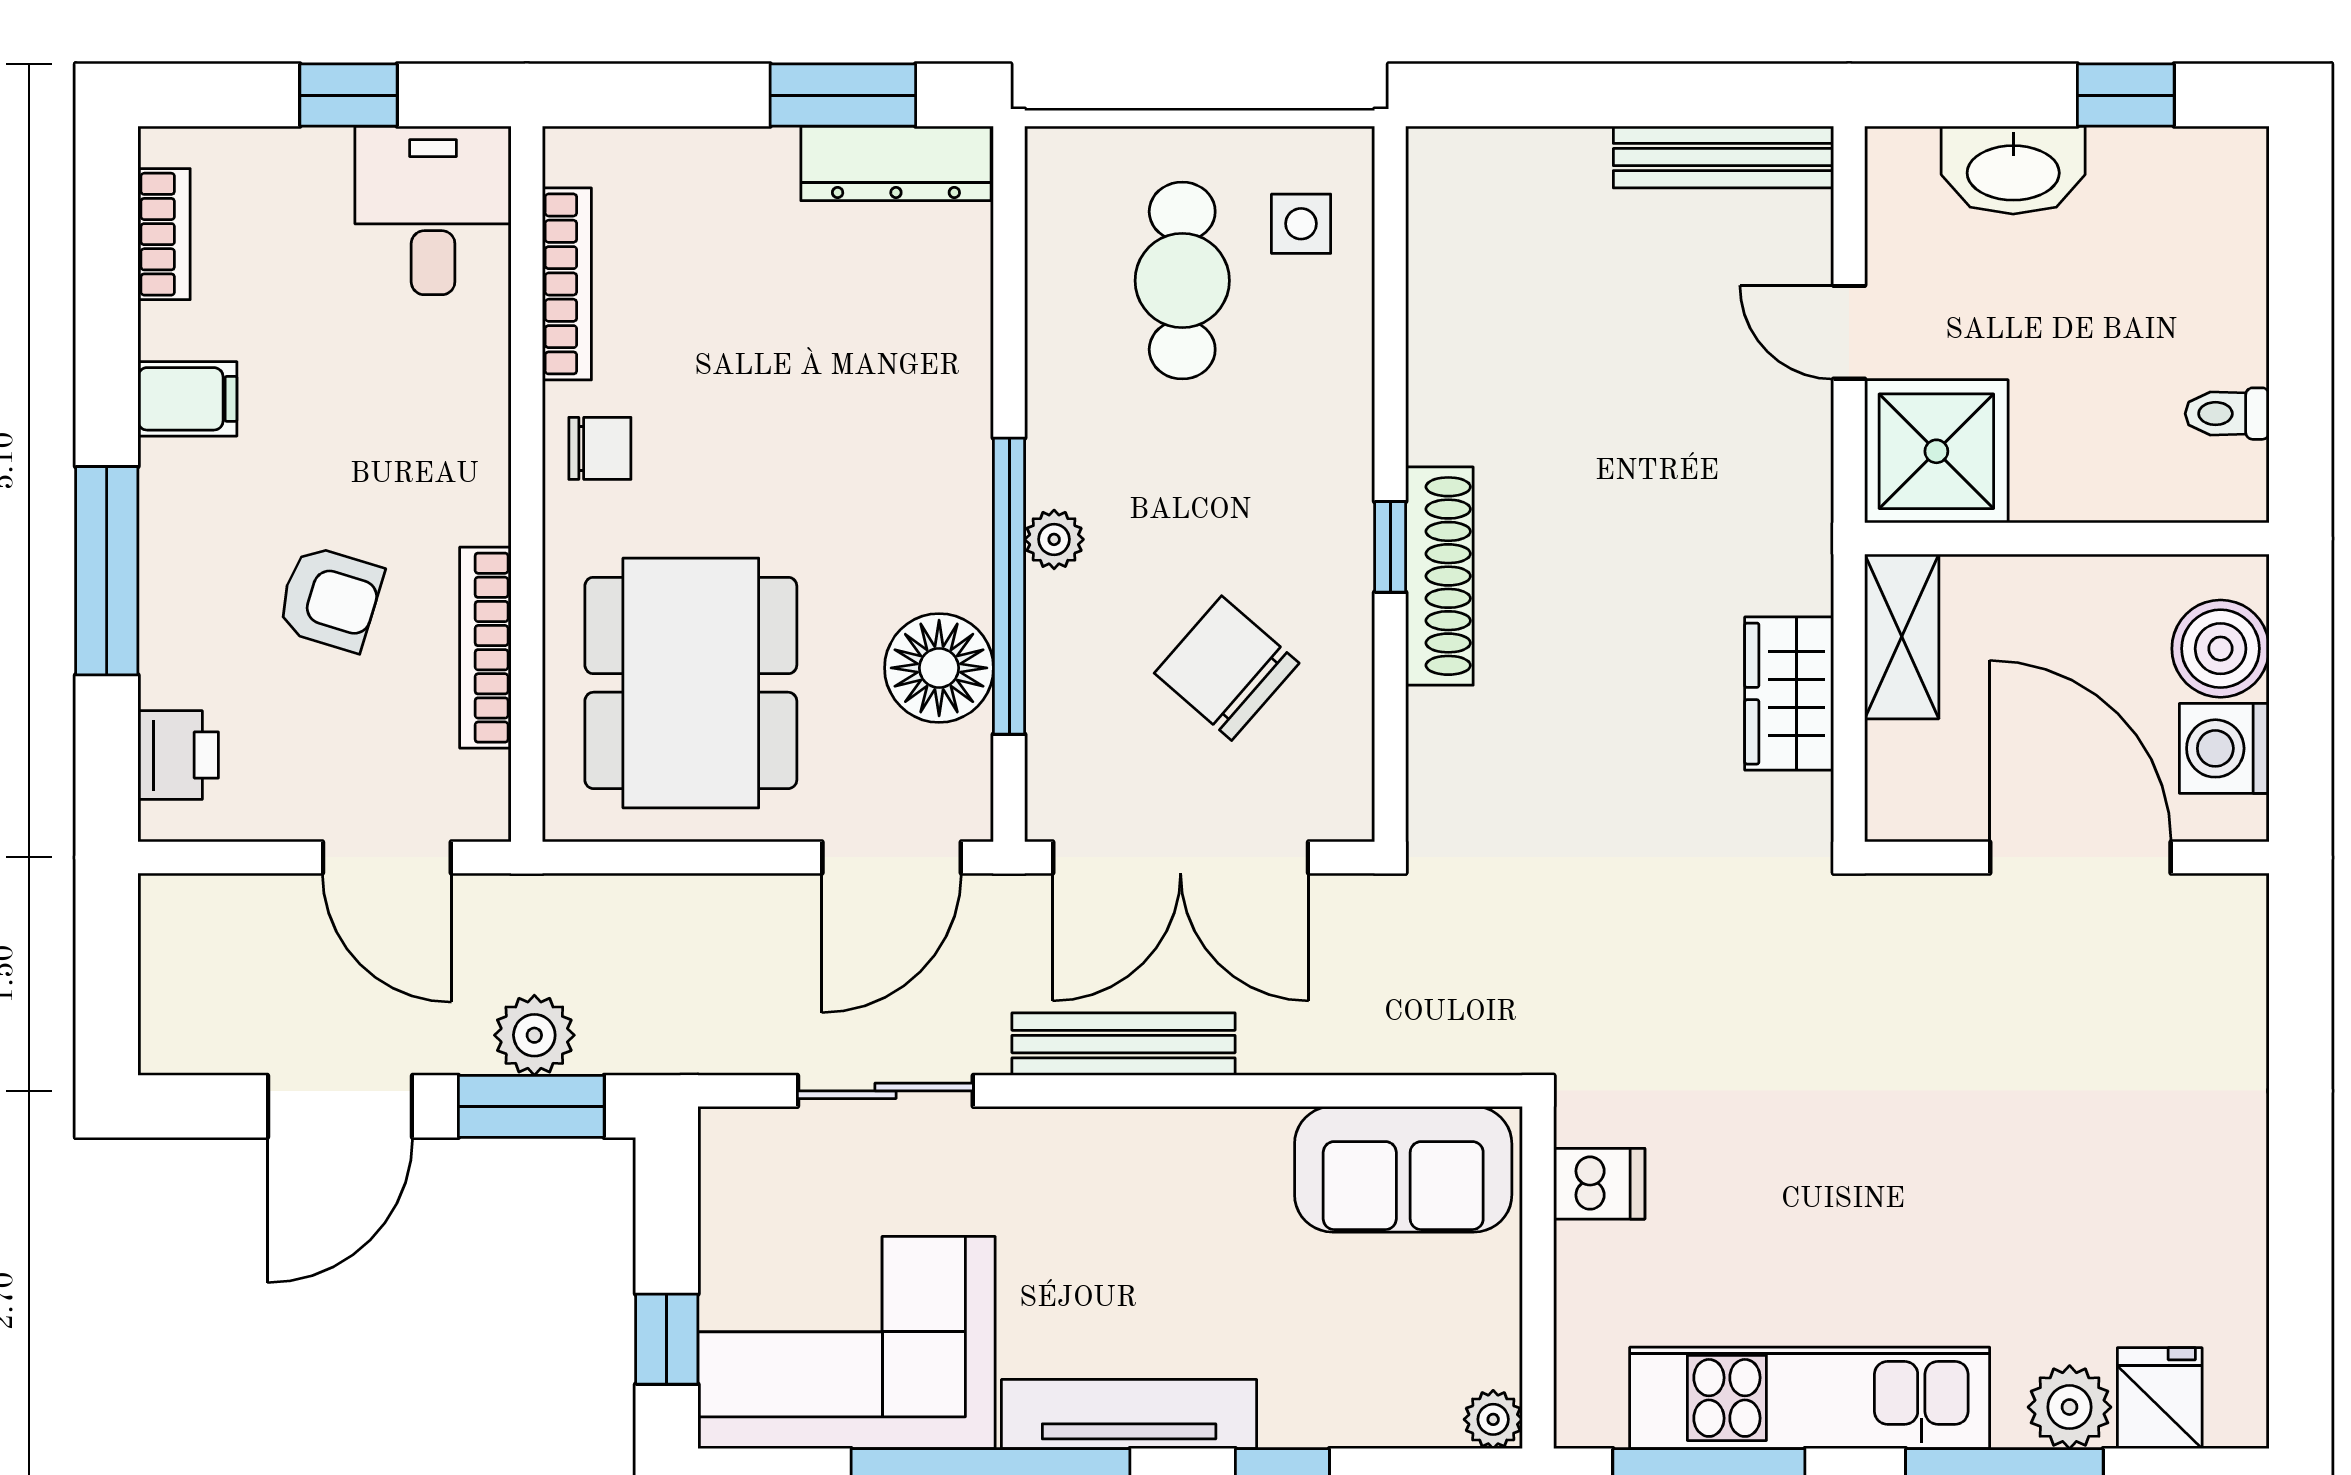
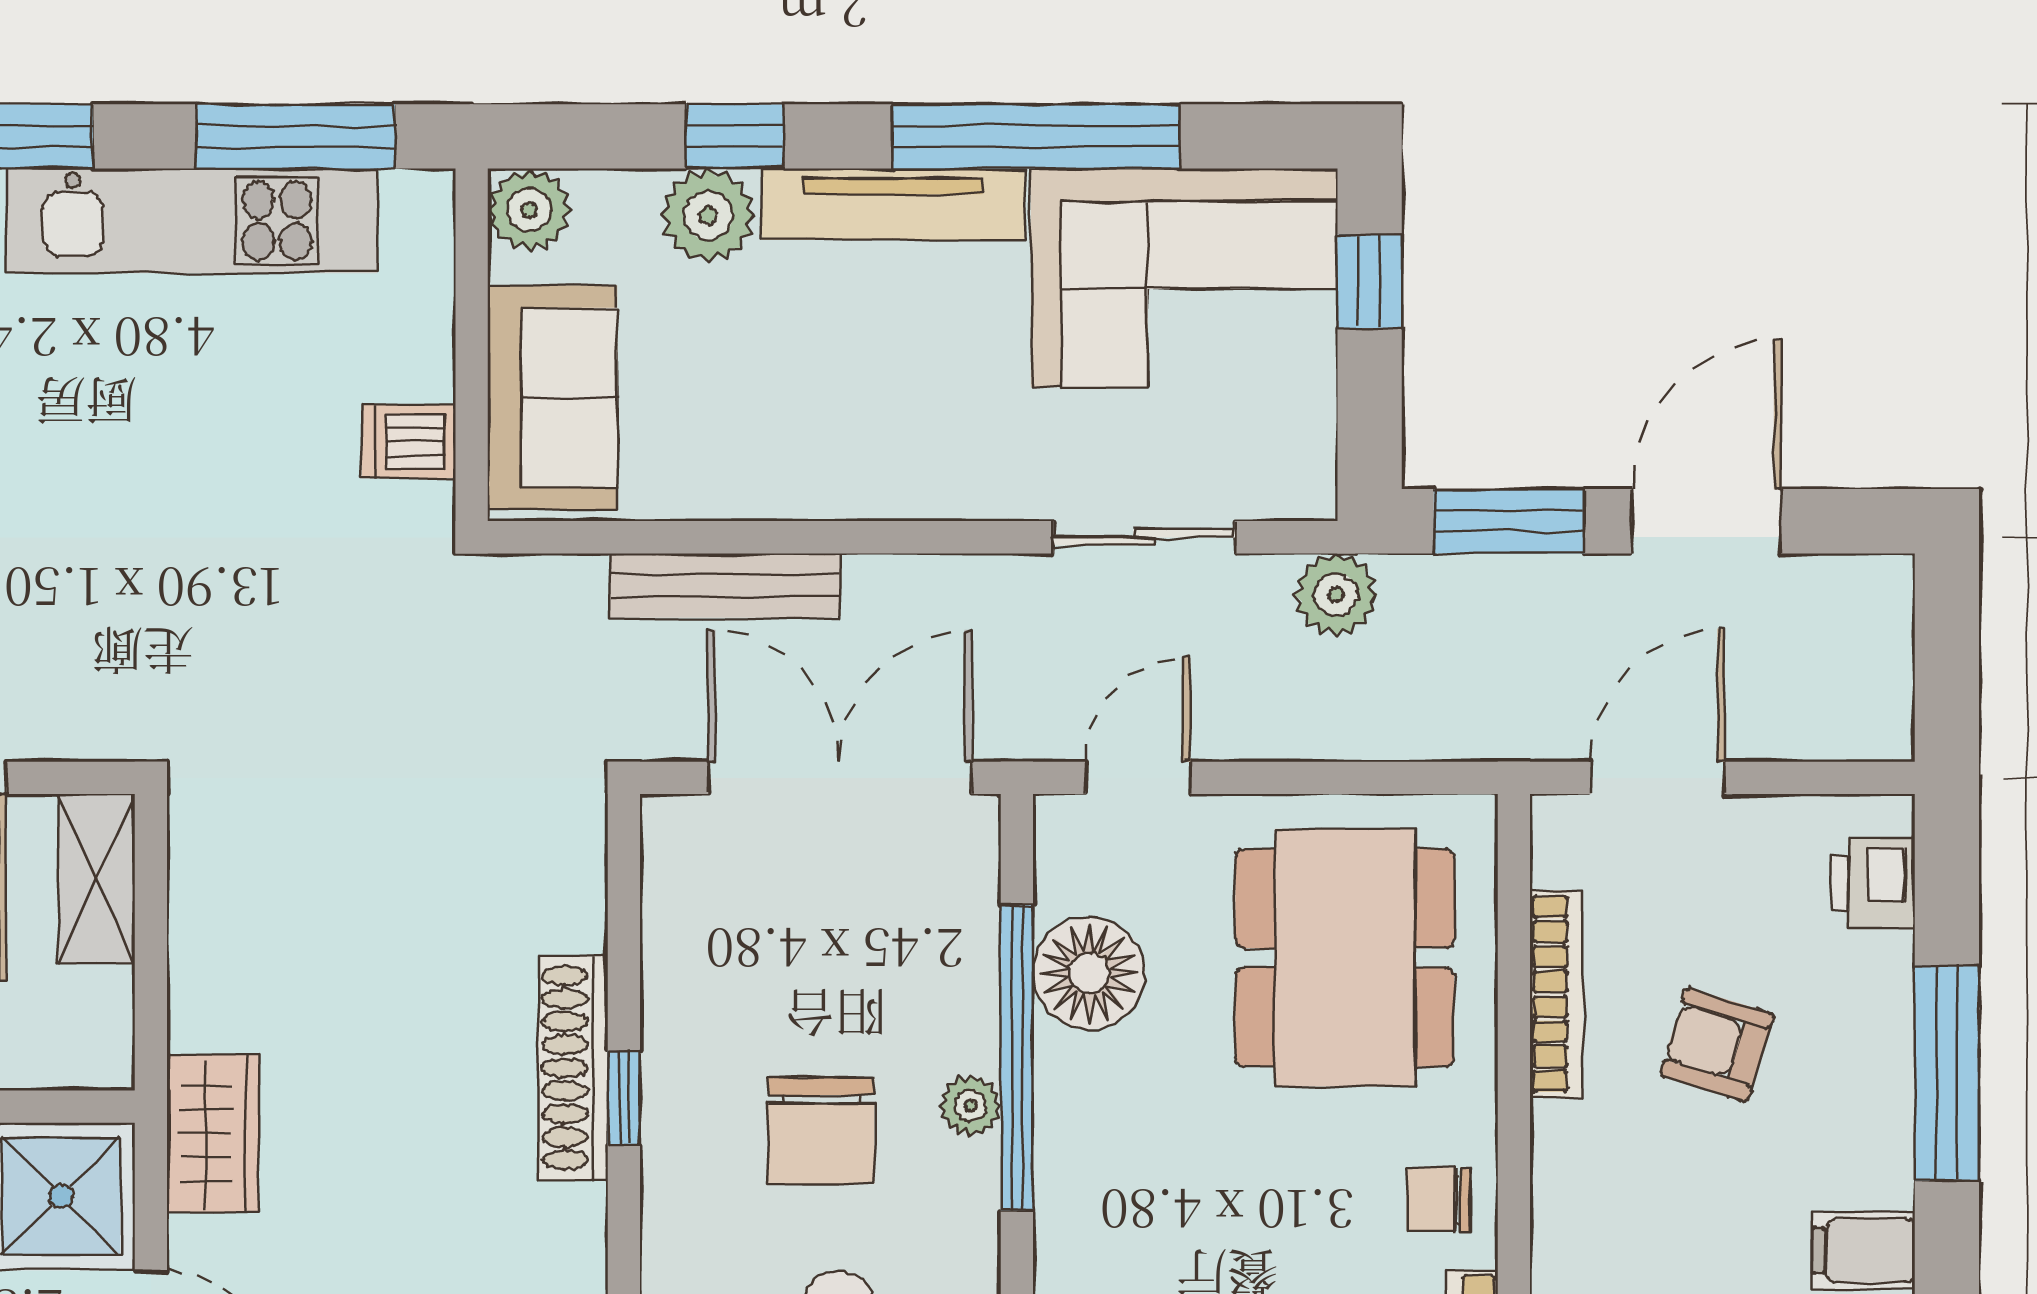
shelving: (1902, 636) -> (97, 879), moved
chair: (1227, 668) -> (821, 1131), moved, turned 49
wardrobe: (1789, 694) -> (213, 1133), moved
door: (387, 857) -> (1658, 778), hinge flipped
door: (892, 857) -> (1138, 778), width x0.73
plant: (534, 1035) -> (1336, 595), moved
bench: (1124, 1044) -> (725, 586), moved
sofa: (1403, 1169) -> (552, 397), moved, turned 90
plant: (1309, 1403) -> (708, 215), added
plant: (1493, 1419) -> (529, 210), width x1.38, depth x1.38

